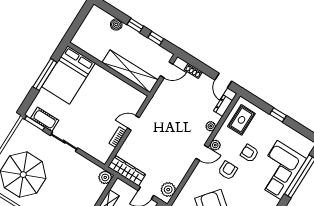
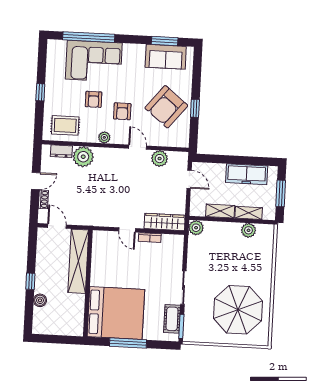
window: (156, 38) -> (32, 254), removed
bed: (68, 75) -> (116, 313), width x1.36
door: (223, 80) -> (36, 181), moved
plant: (211, 126) -> (83, 157), width x1.88, depth x1.88
door: (202, 153) -> (138, 147), moved
armchair: (228, 170) -> (122, 111), turned -90
wardrobe: (127, 171) -> (165, 222), moved, turned 90
plant: (168, 190) -> (160, 159), moved

